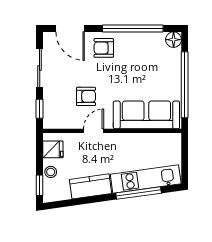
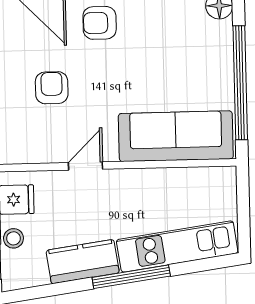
armchair: (86, 96) -> (52, 88), moved, turned -90
window: (139, 193) -> (131, 277), moved

